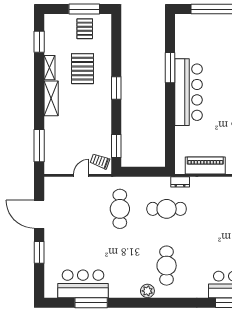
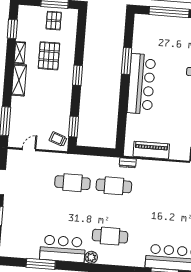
door: (81, 175) -> (29, 149), moved
cafe table: (120, 209) -> (72, 183), turned 90
cafe table: (167, 266) -> (110, 236), turned 90
bar counter: (83, 284) -> (63, 249), moved

